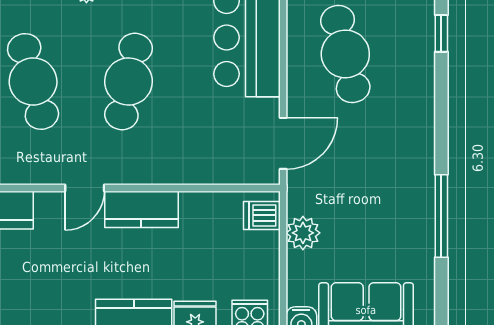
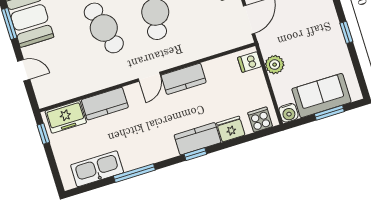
window: (441, 216) -> (346, 32), width x0.46

